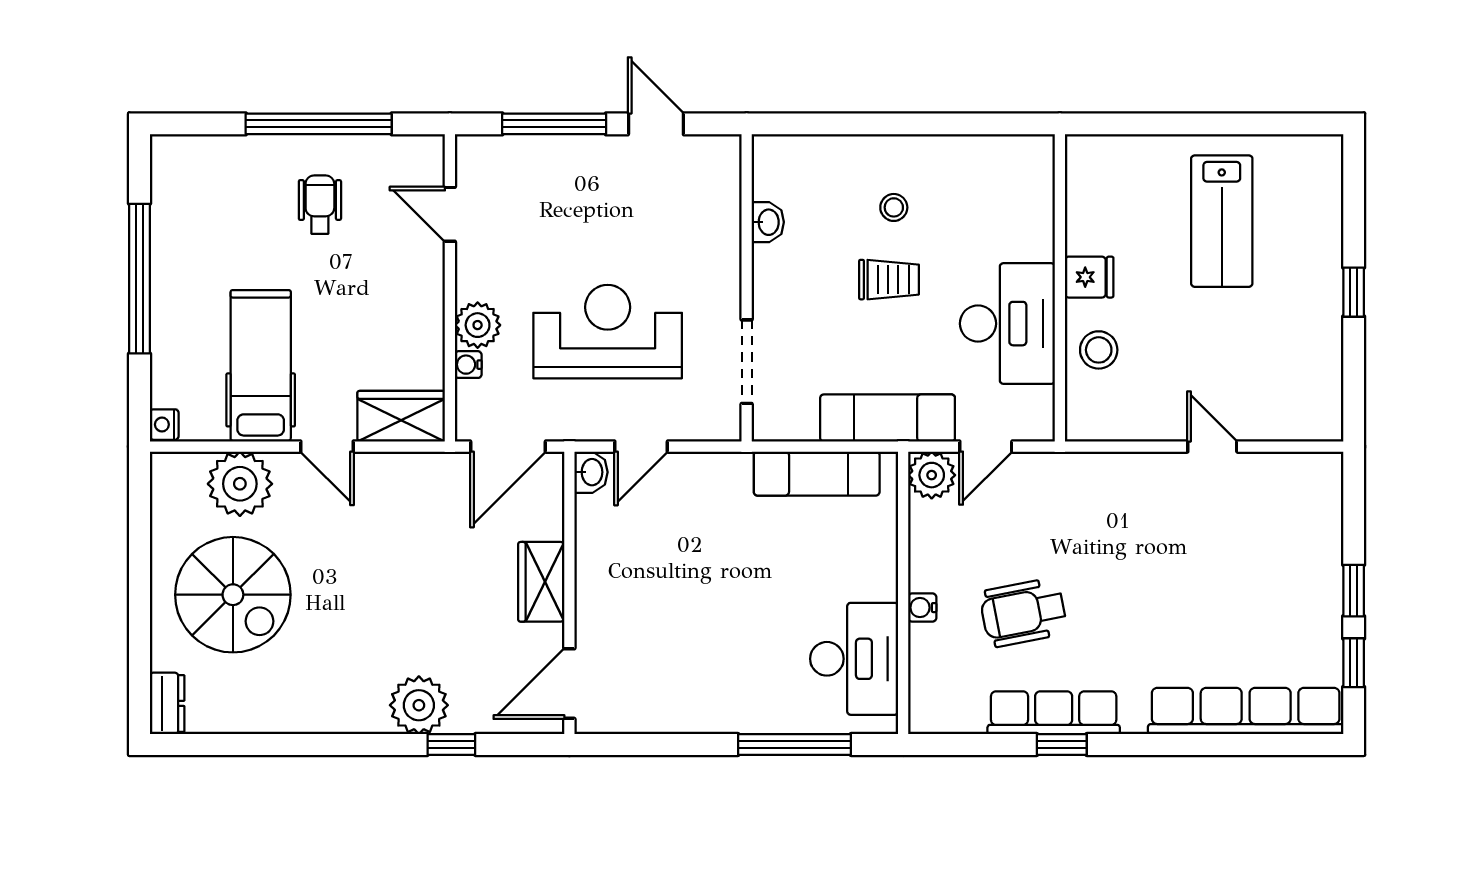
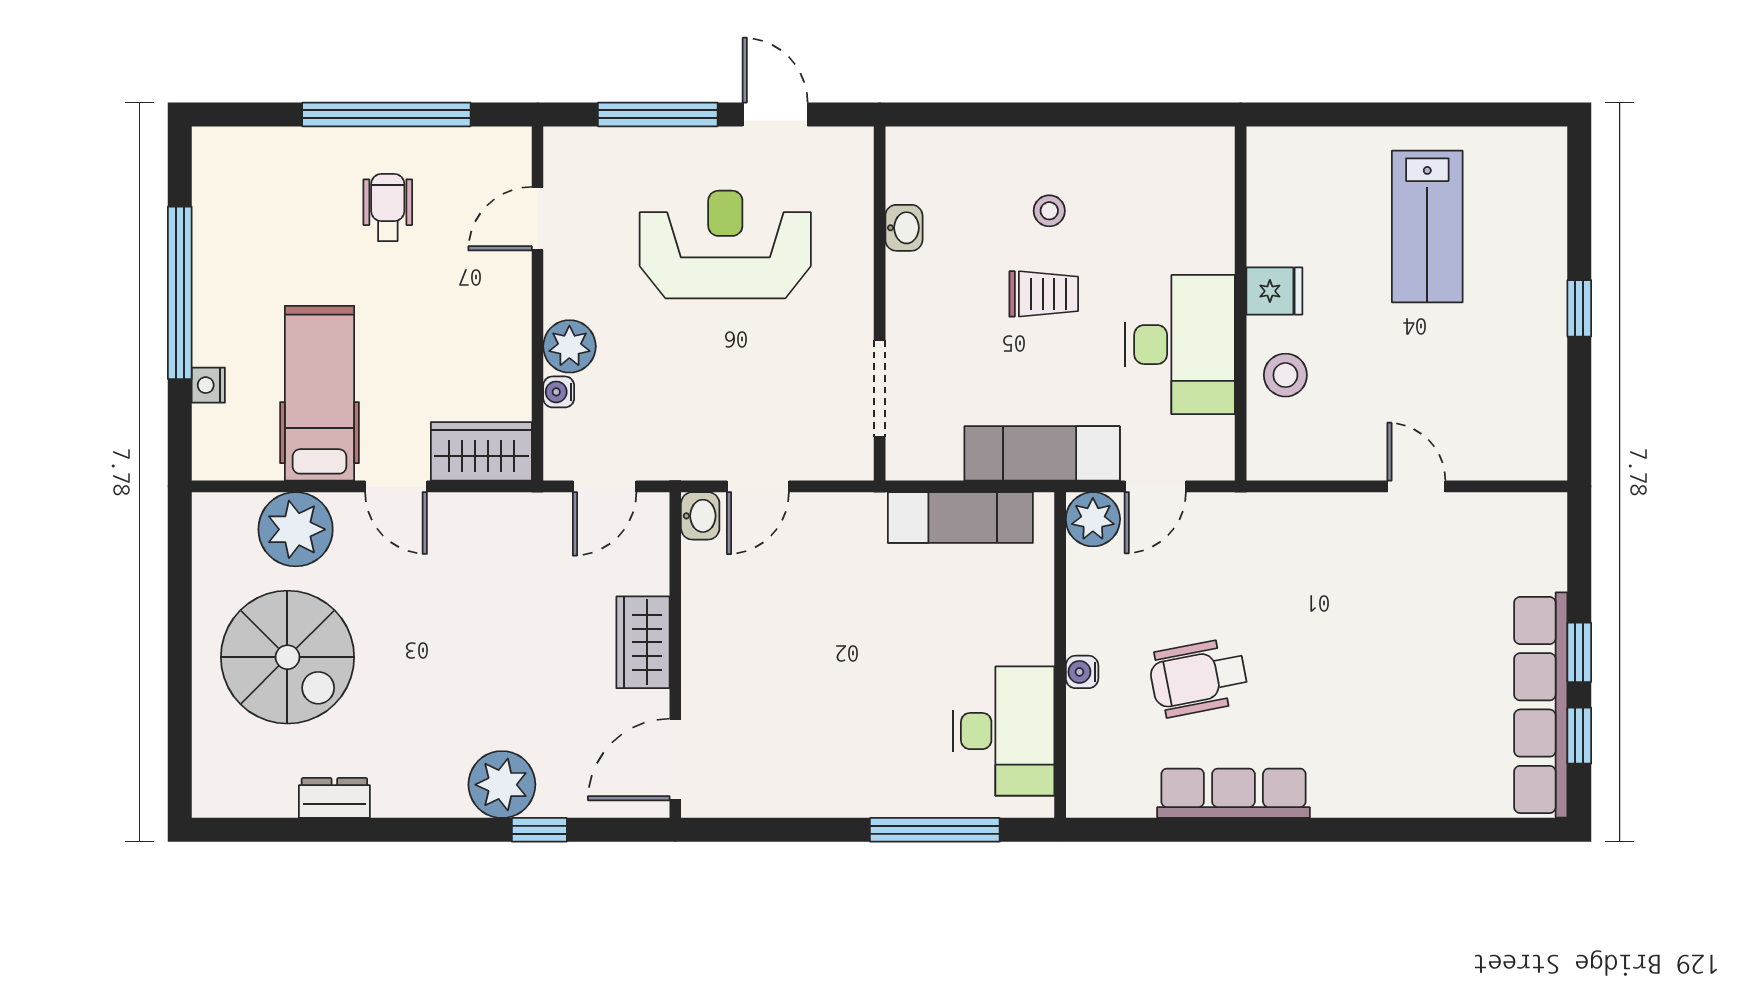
door: (450, 214) -> (538, 219), hinge flipped
reception desk: (608, 332) -> (725, 245), moved
nightstand: (164, 425) -> (208, 385), moved
door: (508, 447) -> (605, 486), width x0.73
dresser: (167, 703) -> (334, 798), moved, turned -90
row of seats: (1246, 711) -> (1541, 705), moved, turned -90
window: (1062, 745) -> (1243, 830), removed

